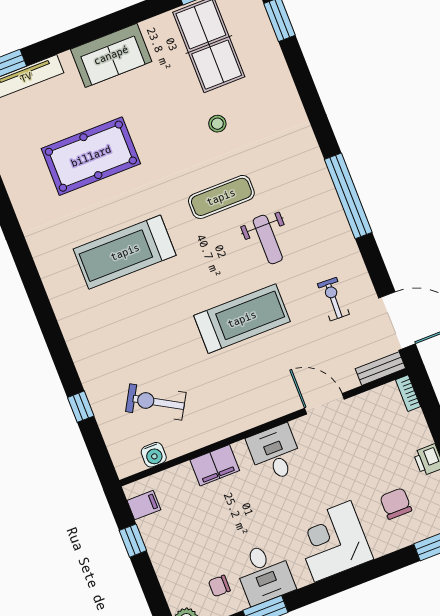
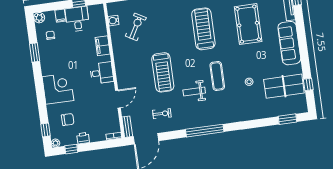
sofa: (111, 55) -> (289, 43), width x1.36
filing cabinet: (144, 505) -> (60, 16), moved
desk: (264, 573) -> (77, 19), moved, turned 90

